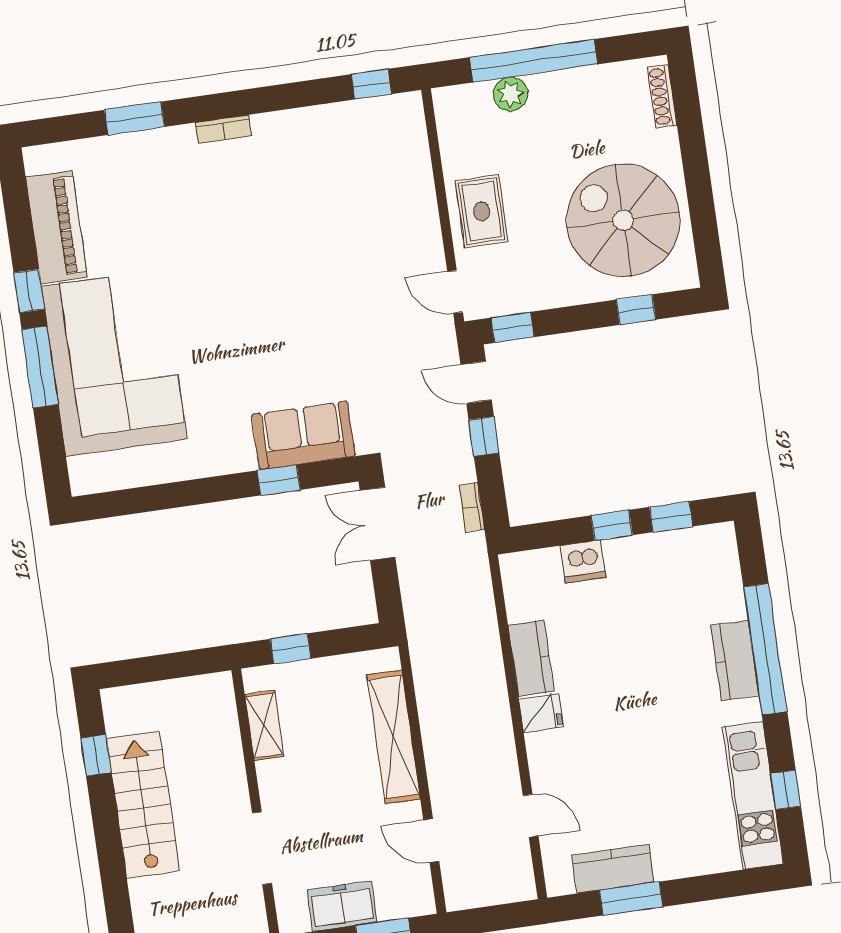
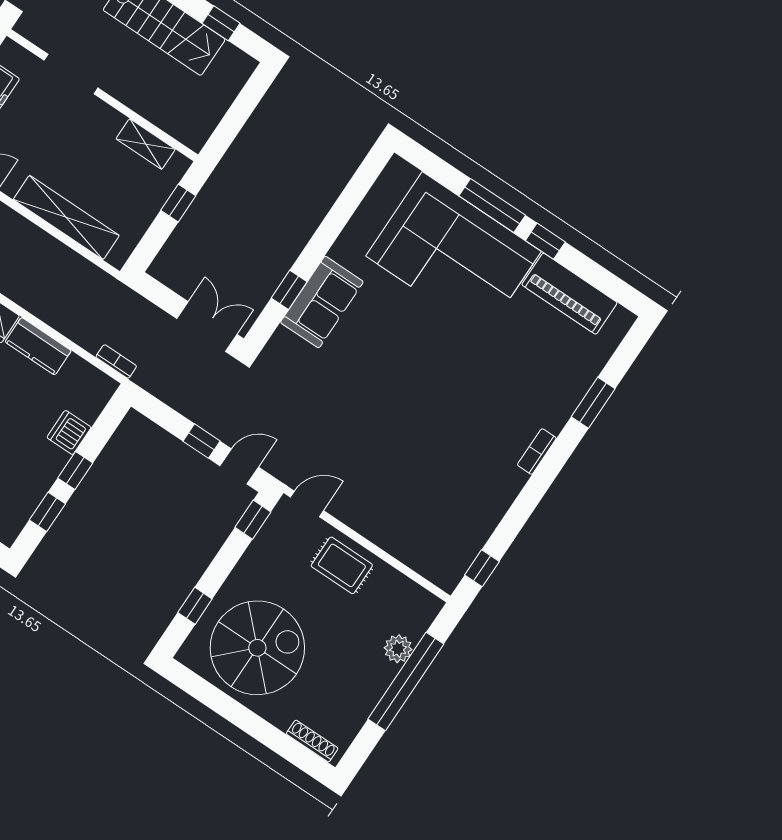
sofa: (303, 435) -> (322, 302), moved
bookcase: (472, 507) -> (116, 361), moved

